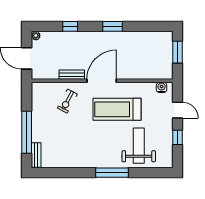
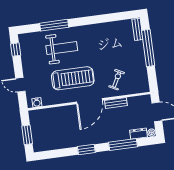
window: (70, 26) -> (123, 145), width x2.17
dresser: (51, 36) -> (138, 134), added
window: (178, 137) -> (16, 50), moved
weight bench: (139, 146) -> (62, 48), moved, turned -90
window: (112, 173) -> (54, 25), moved

